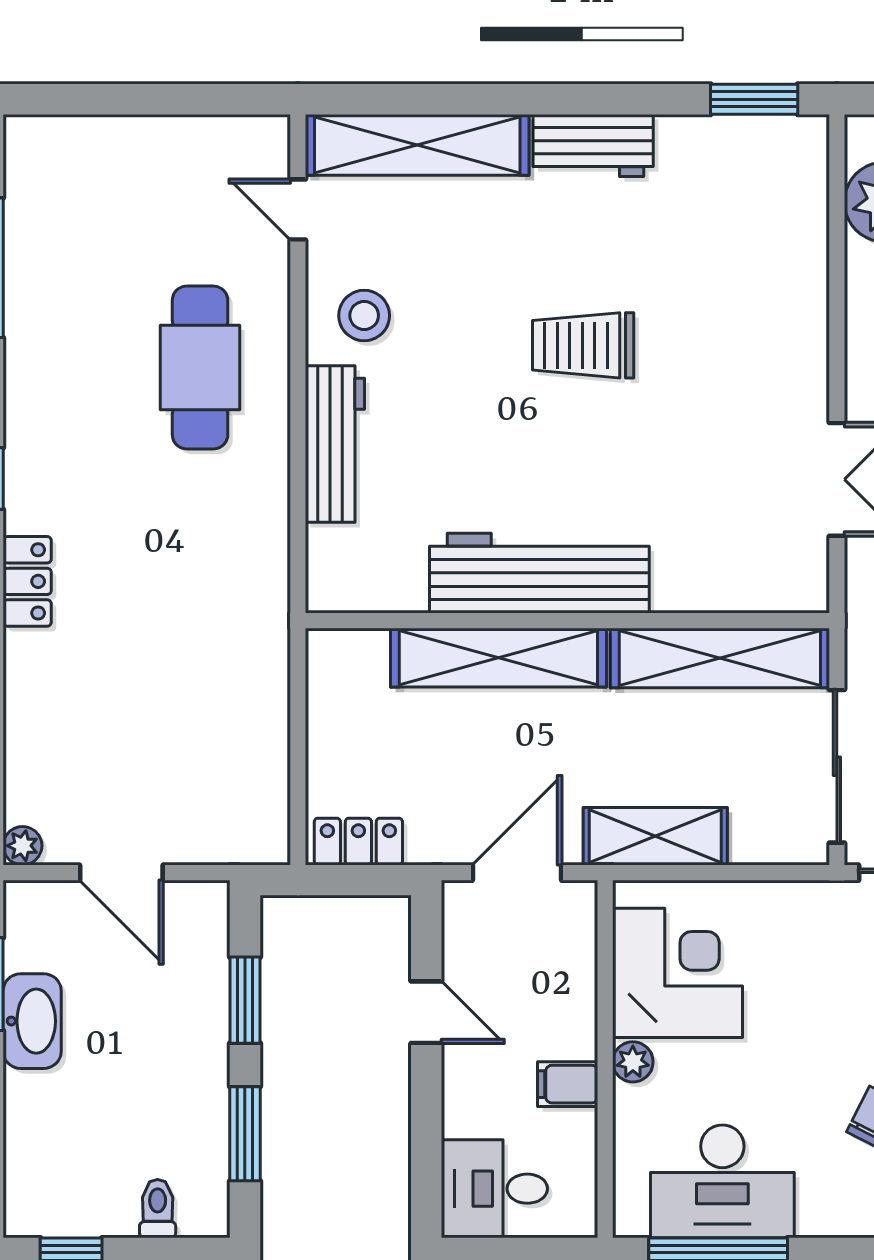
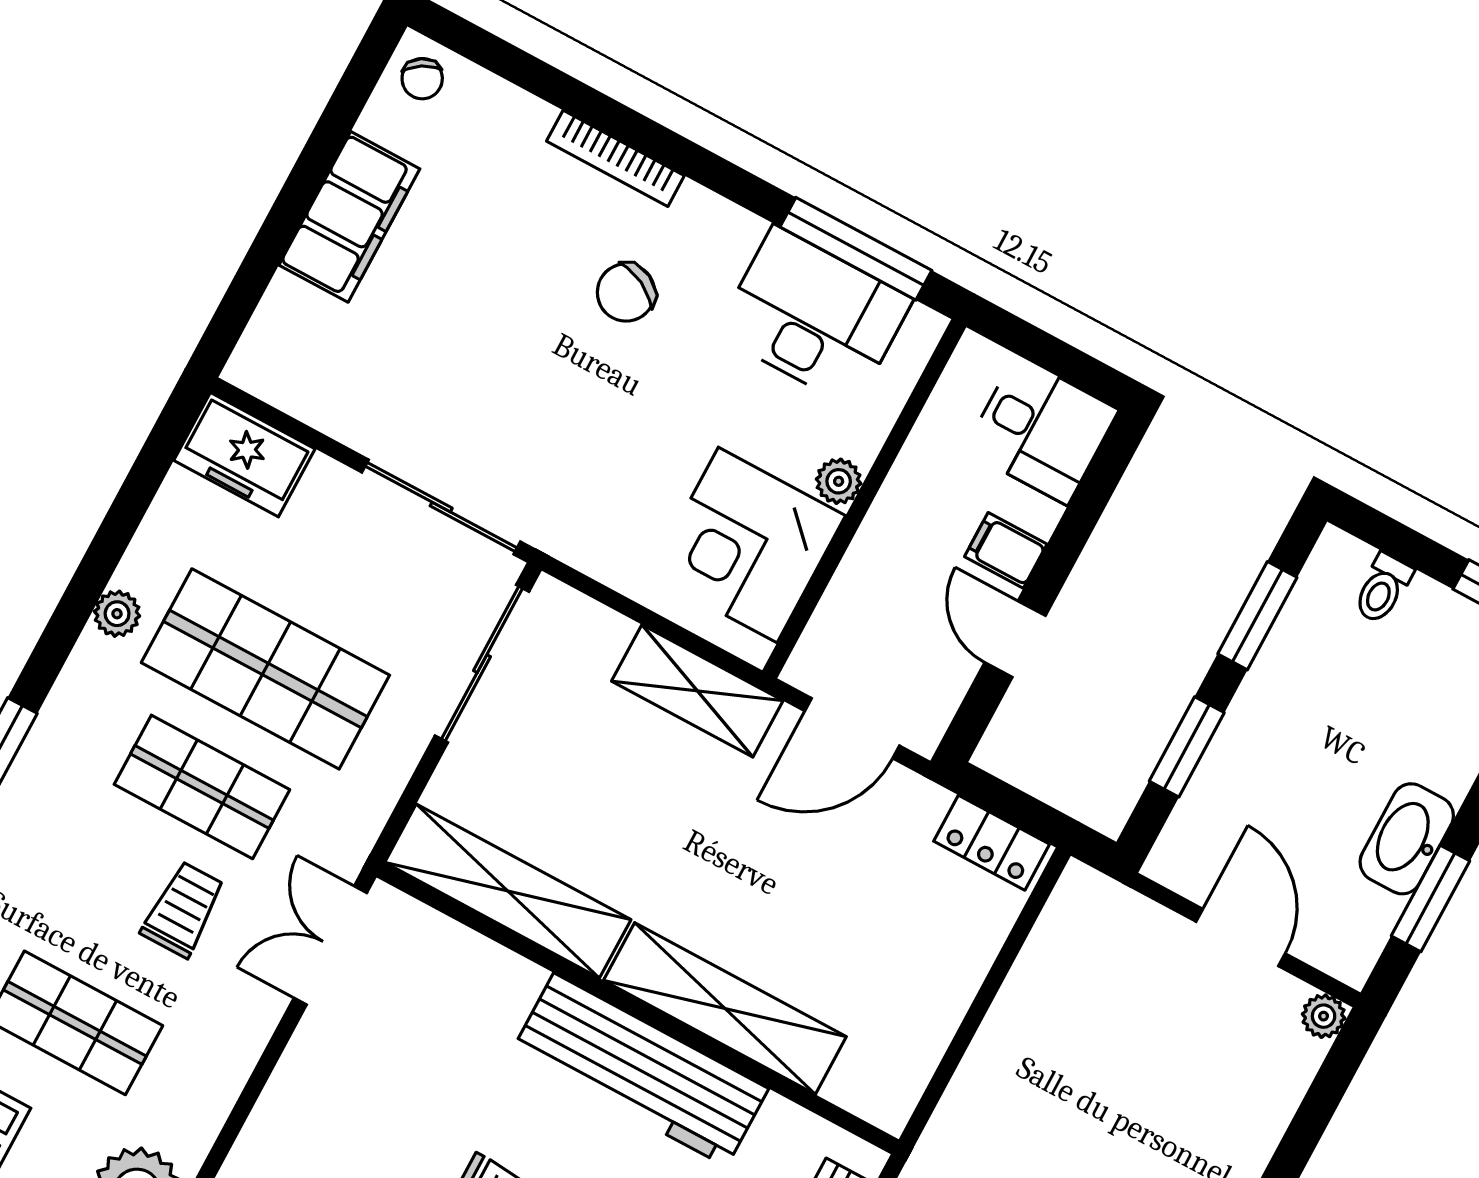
workbench: (539, 573) -> (640, 1070), moved
wall: (567, 621) -> (638, 1008), moved
shelving: (498, 658) -> (725, 1008), moved
shelving: (720, 658) -> (508, 891), moved
filing cabinet: (568, 1084) -> (1006, 550), moved, turned 180

